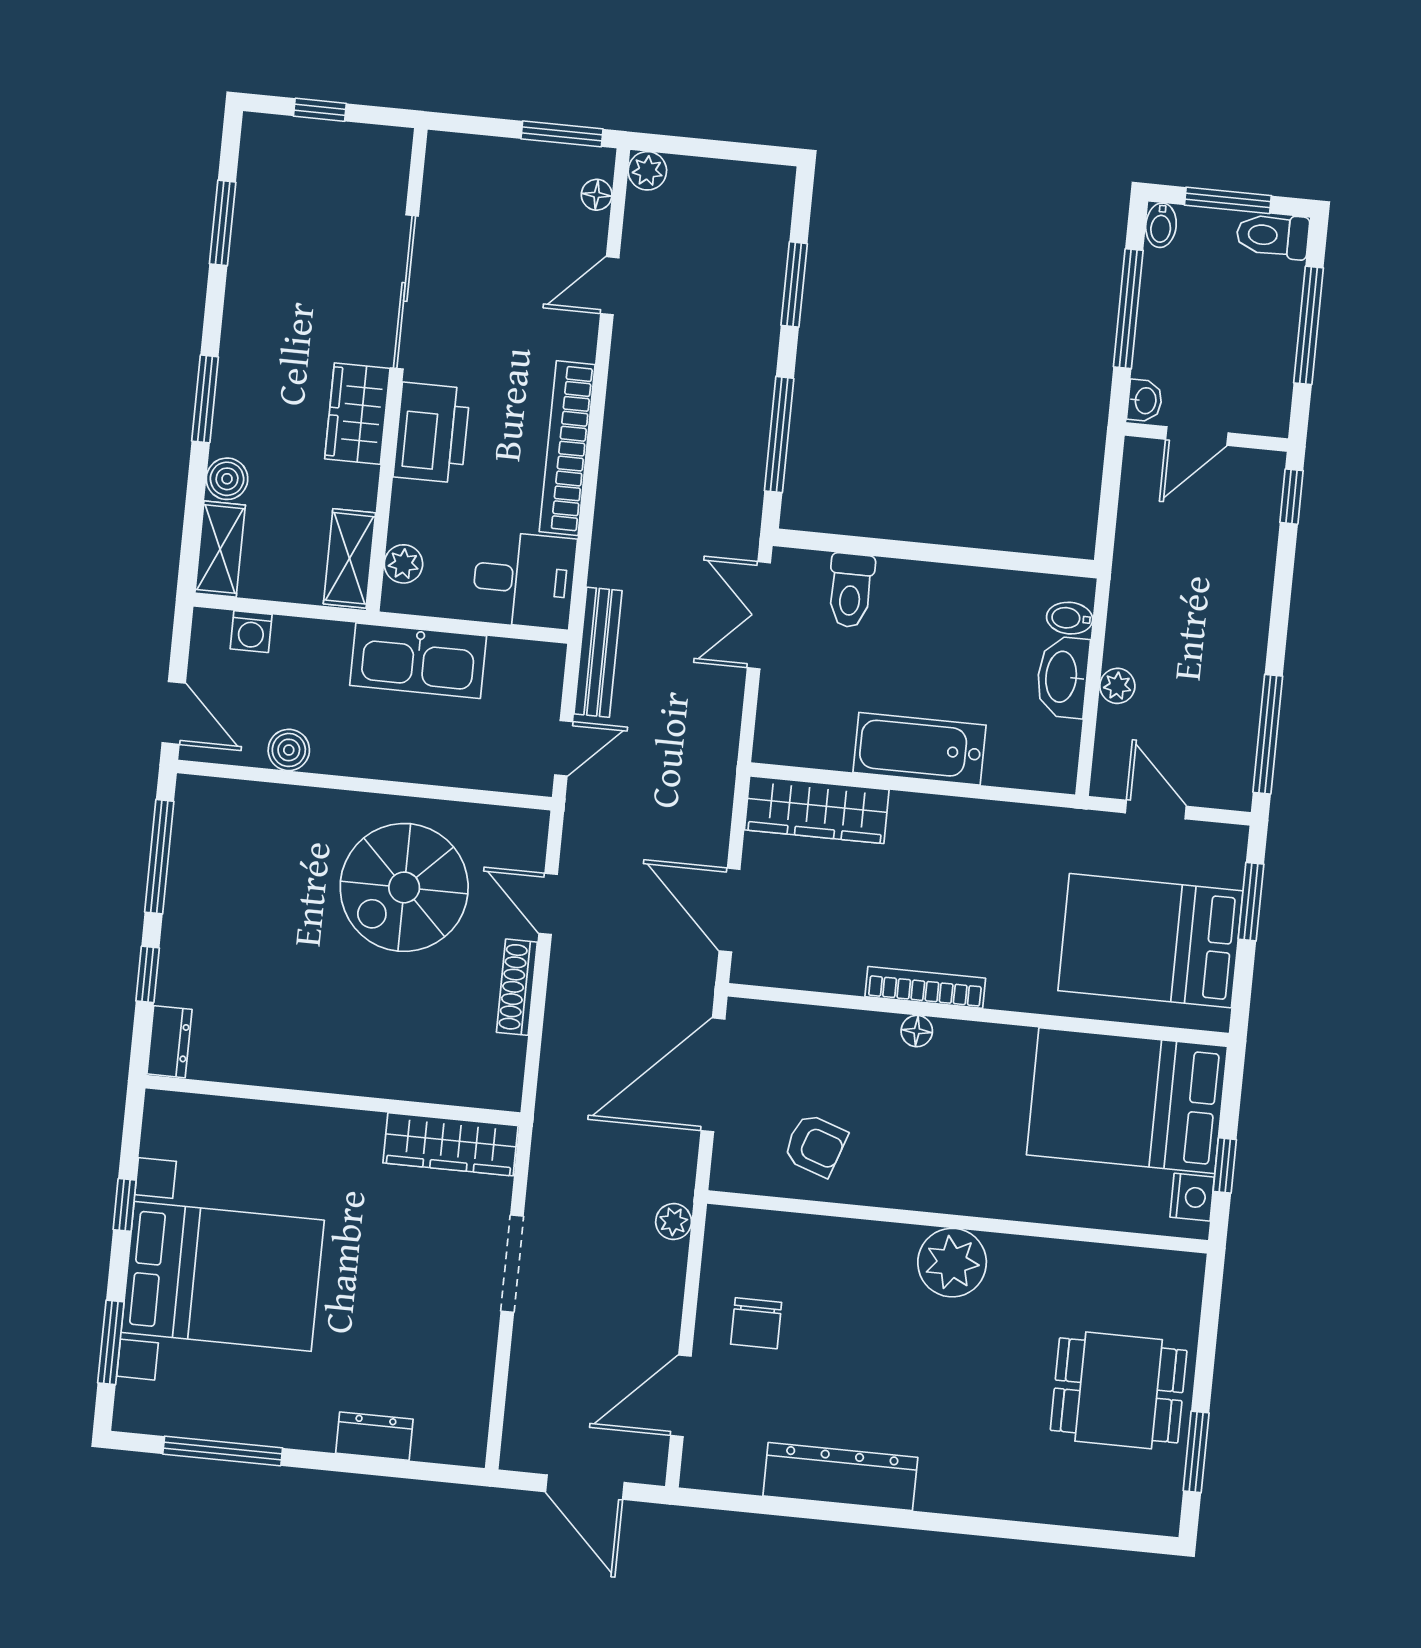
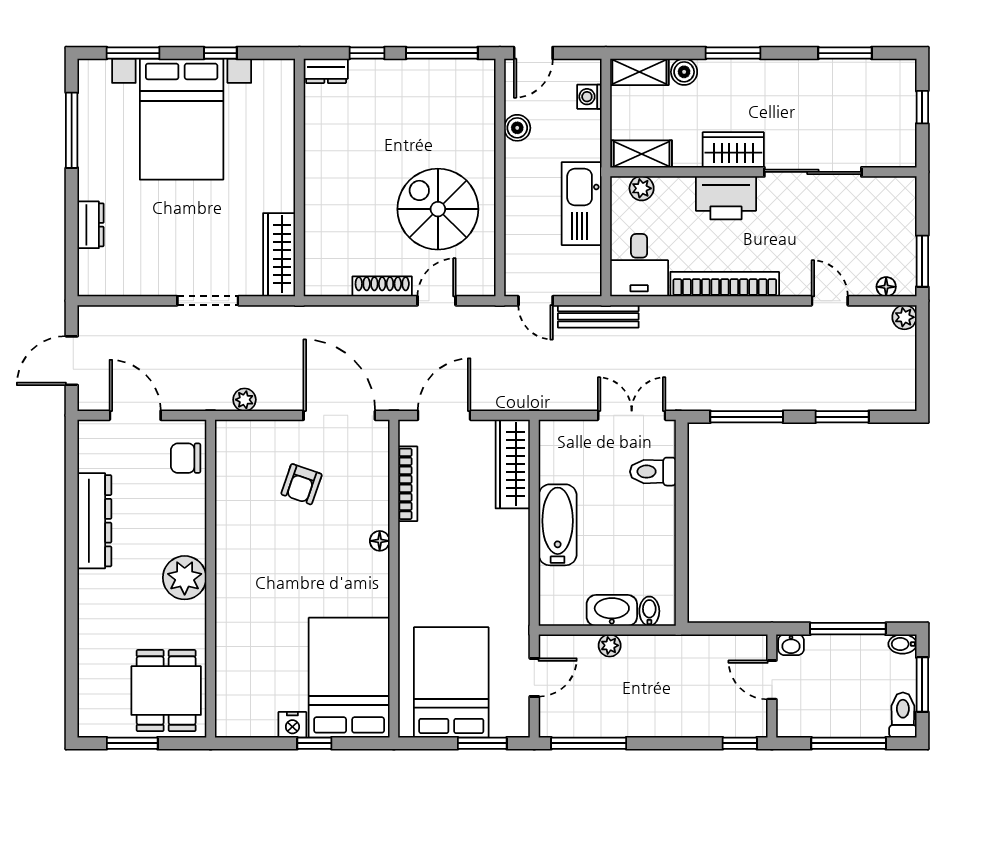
bookcase: (925, 987) -> (408, 484), moved
wall: (958, 1222) -> (211, 579), moved
plant: (952, 1263) -> (185, 578), moved

